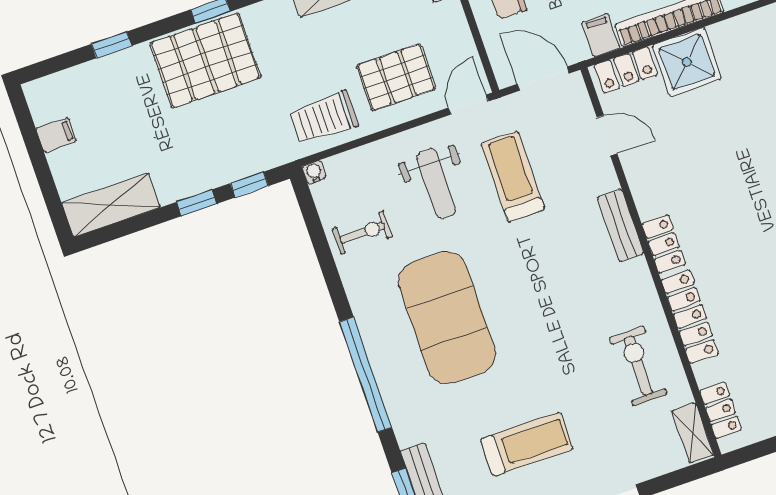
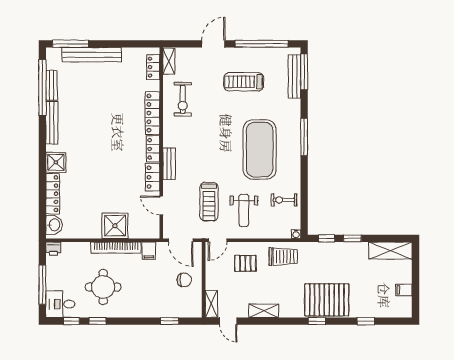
locker: (626, 70) -> (153, 177), moved, turned -90
pallet: (396, 77) -> (245, 263), width x0.67, depth x0.71
weight bench: (436, 184) -> (244, 210), turned 180
window: (366, 375) -> (304, 137), width x0.68

